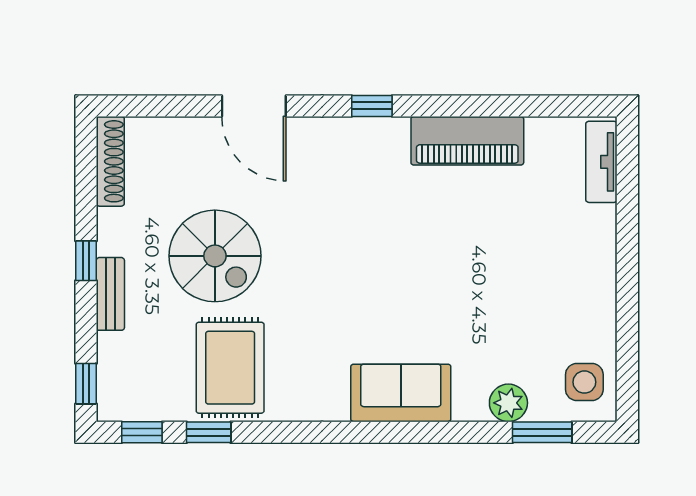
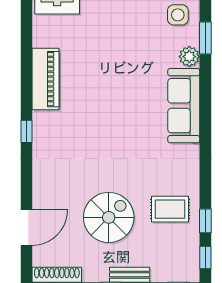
door: (254, 106) -> (26, 228), moved
rug: (230, 368) -> (170, 209), width x0.73, depth x0.70
sofa: (401, 393) -> (184, 106), width x1.36

